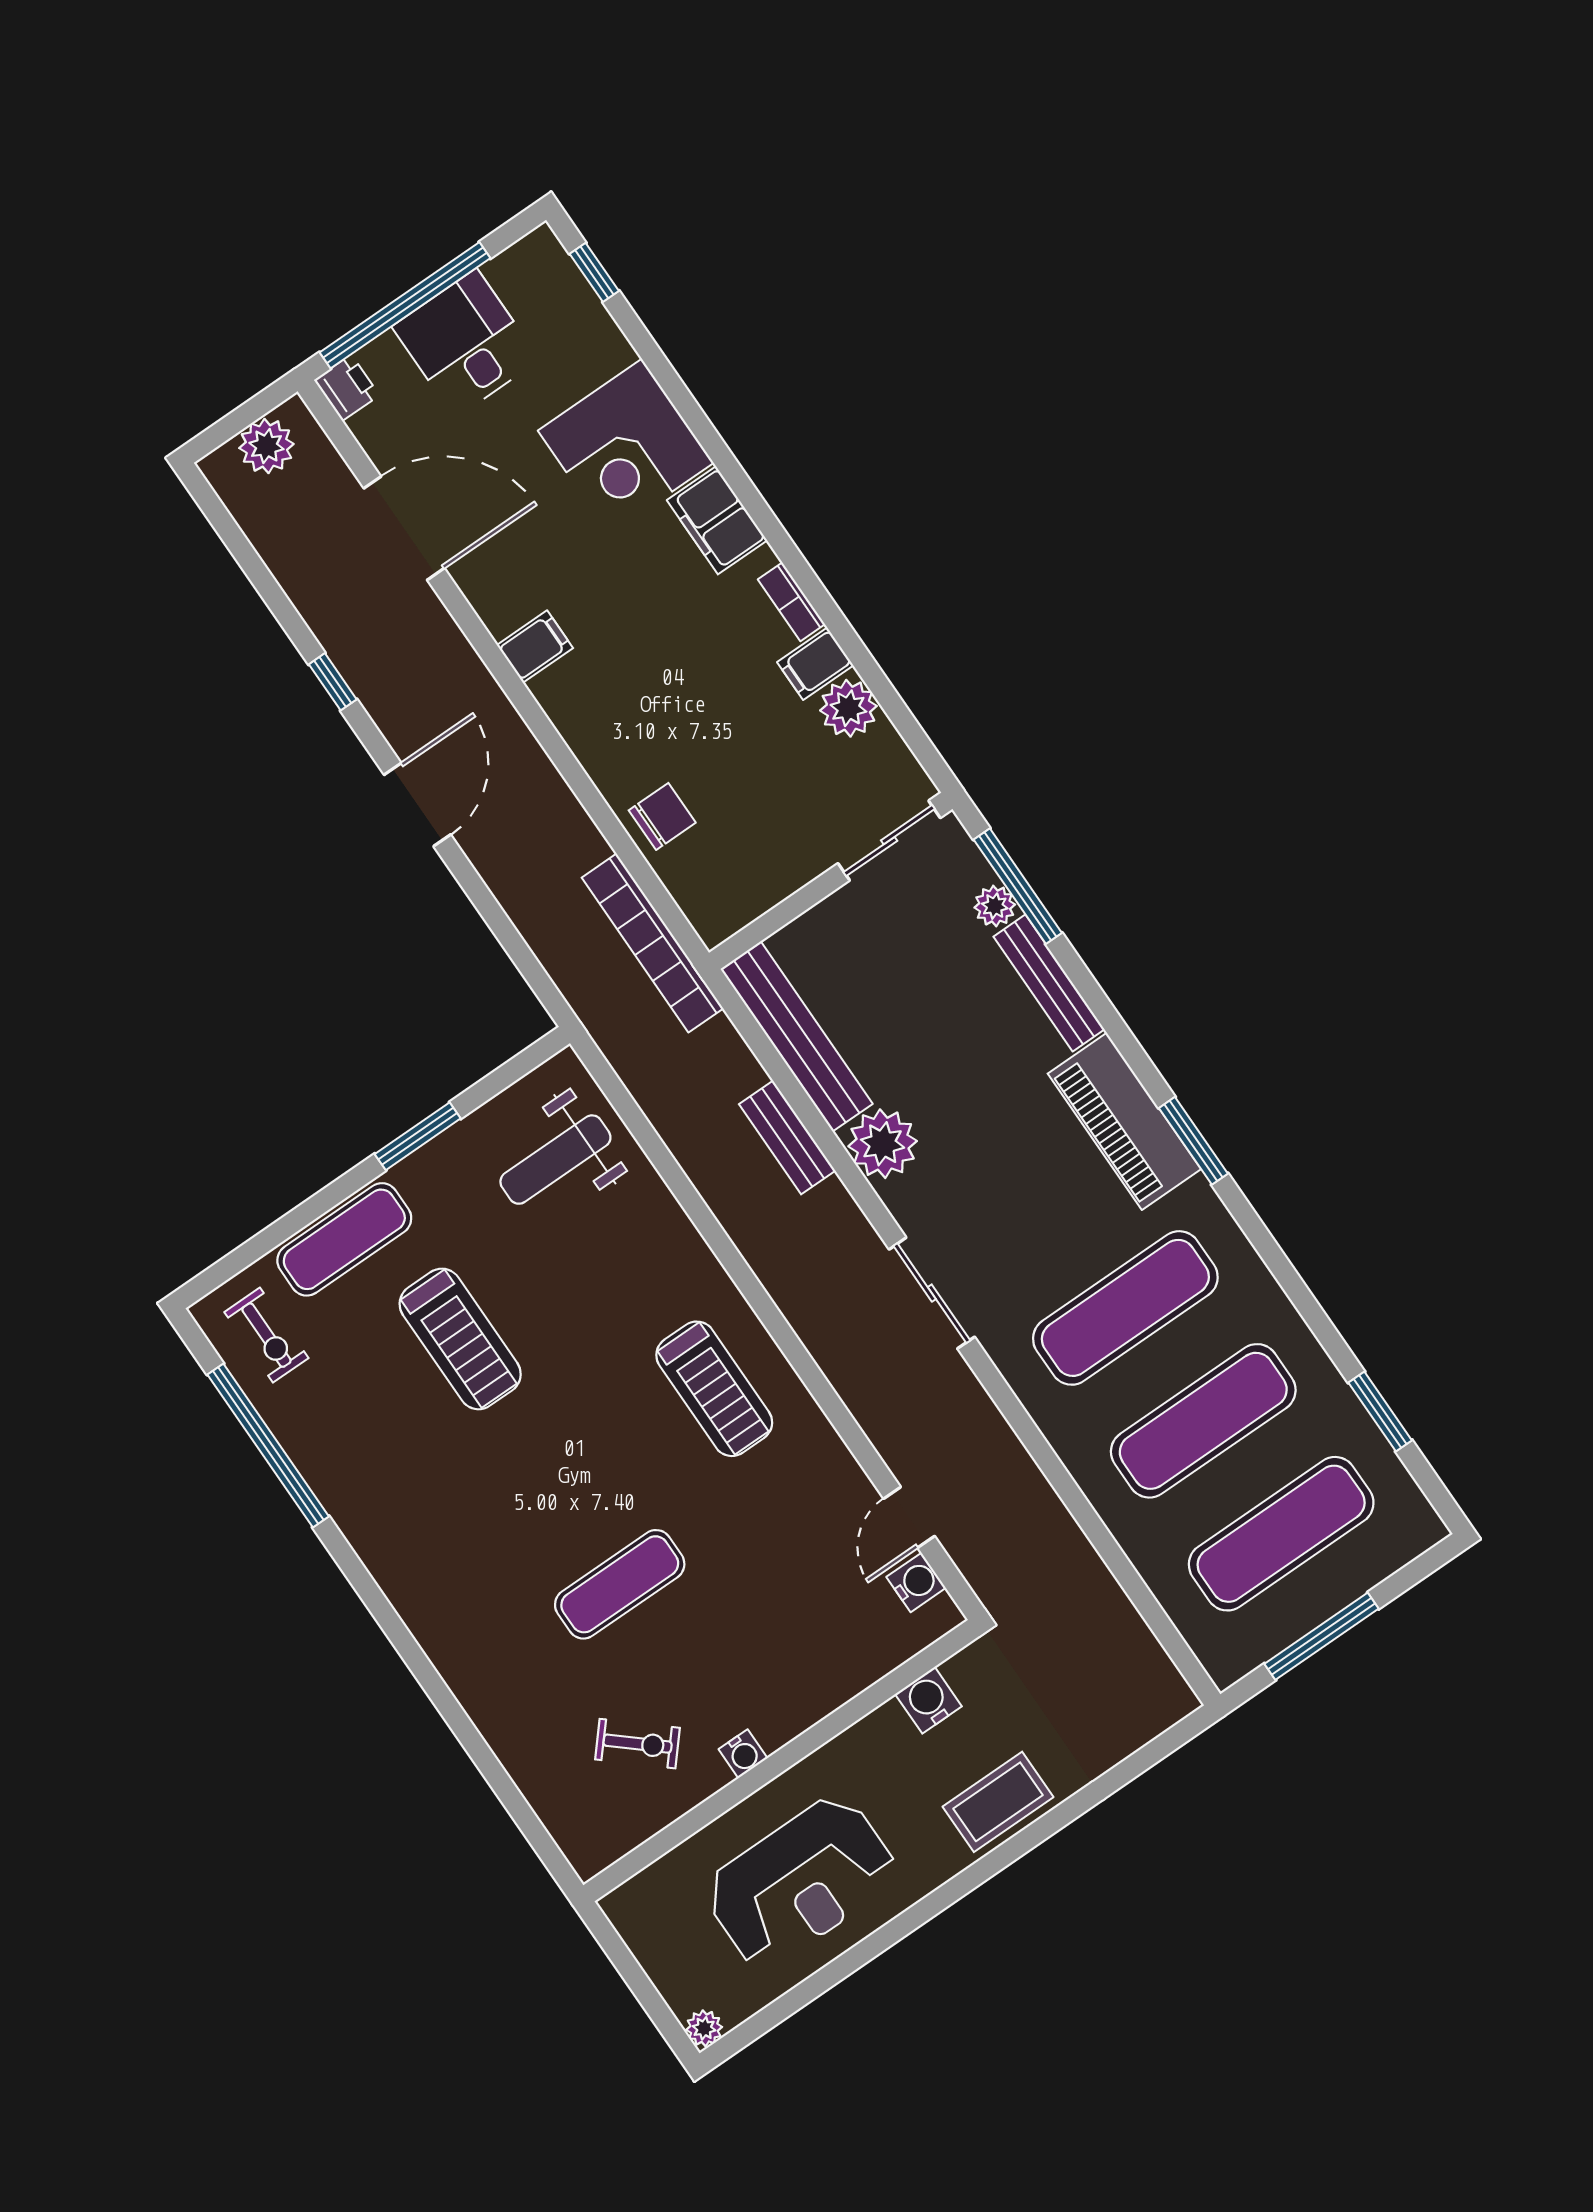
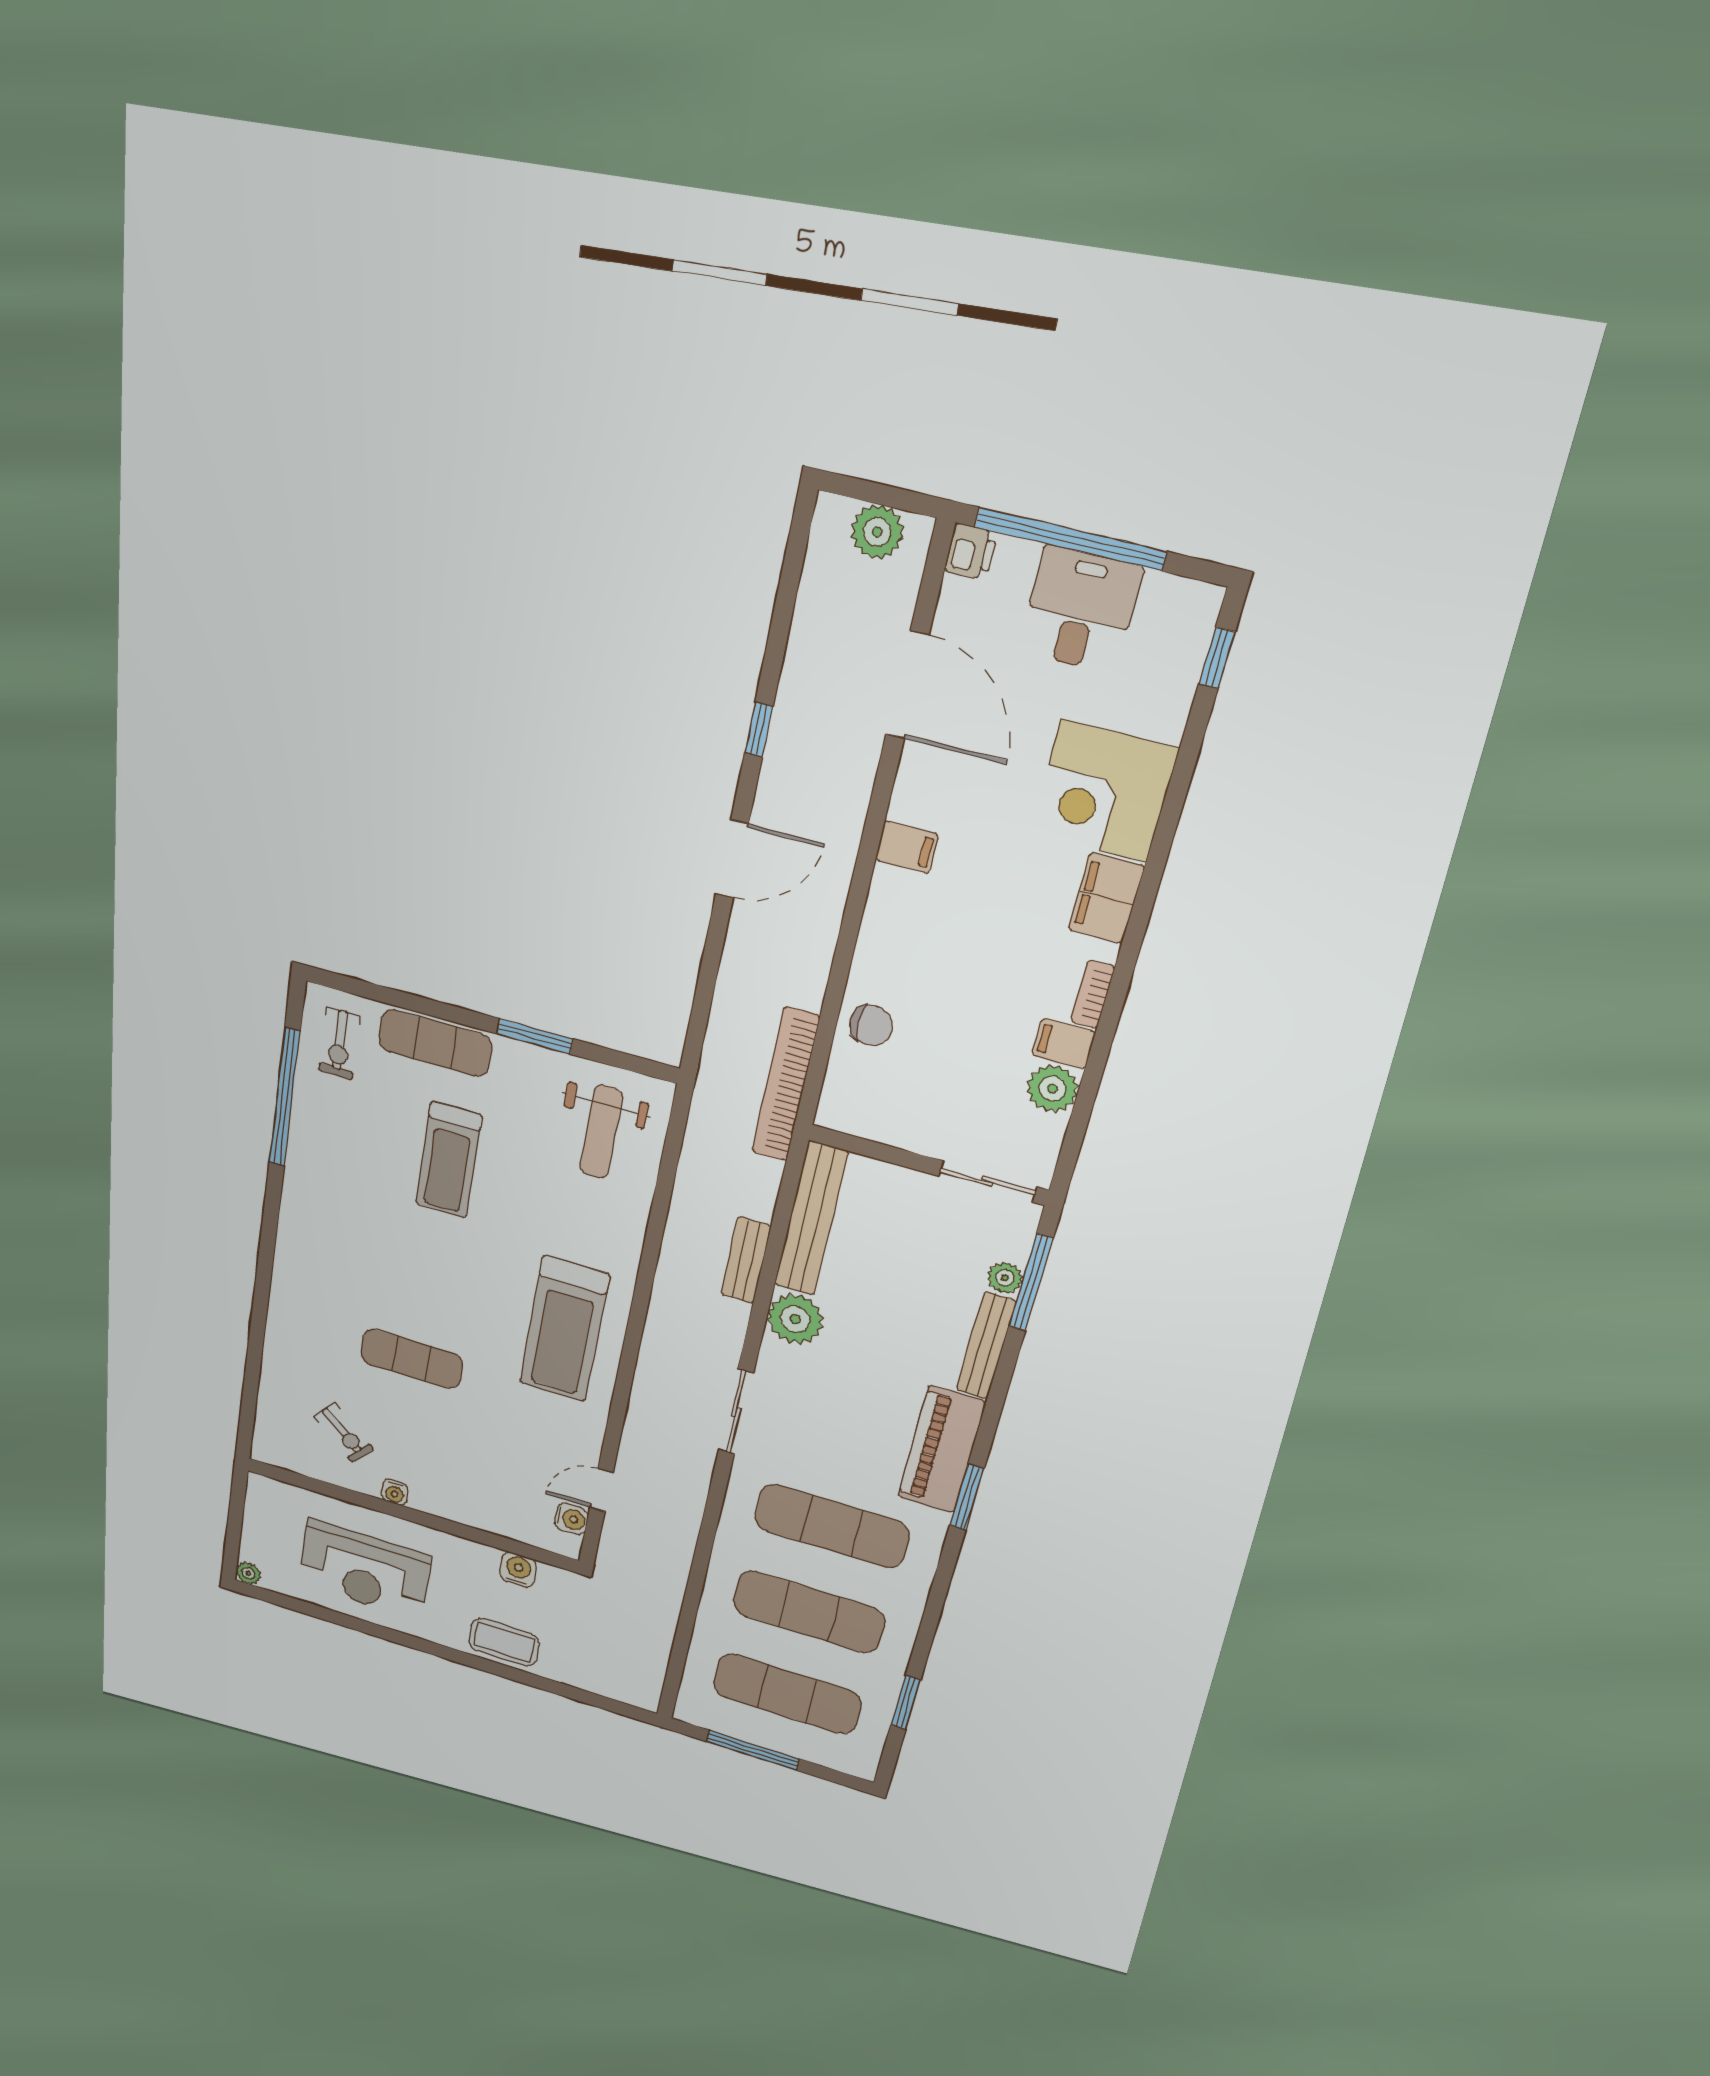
weight bench: (555, 1160) -> (601, 1132), turned -90
treadmill: (714, 1389) -> (564, 1329), width x1.37, depth x1.38

